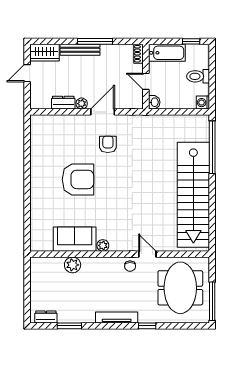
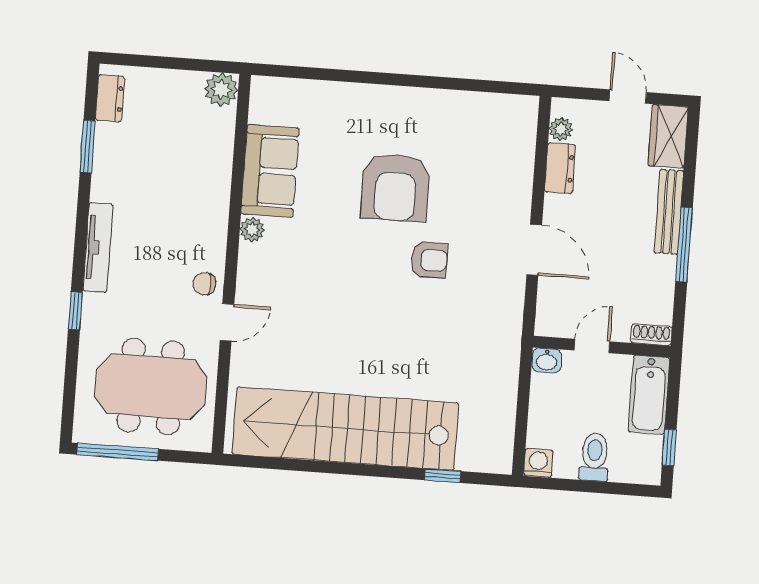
plant: (82, 104) -> (561, 129), moved
armchair: (108, 144) -> (429, 260), moved
window: (212, 147) -> (442, 476), width x0.32
plant: (73, 265) -> (221, 90), moved

